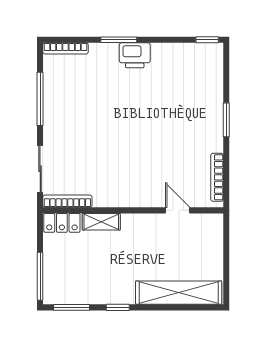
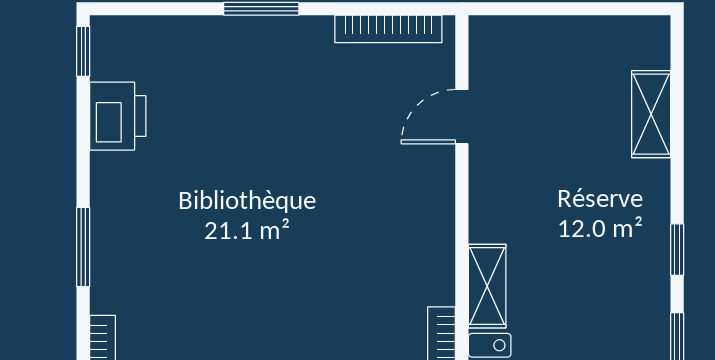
printer: (135, 55) -> (118, 116), moved
shelving: (179, 293) -> (651, 114), width x0.45, depth x0.75

